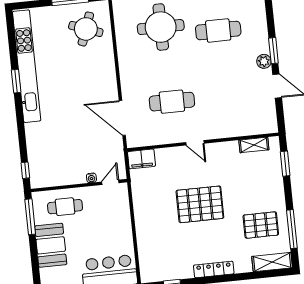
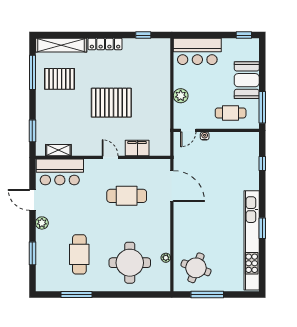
cafe table: (218, 30) -> (79, 254), turned 90
plant: (121, 37) -> (166, 258), added
window: (273, 51) -> (32, 253), moved
bar counter: (250, 121) -> (60, 172), added
filing cabinet: (141, 159) -> (137, 148), moved
window: (25, 170) -> (262, 163), moved
plant: (123, 220) -> (181, 96), added
shelving: (272, 262) -> (61, 45), width x1.47

